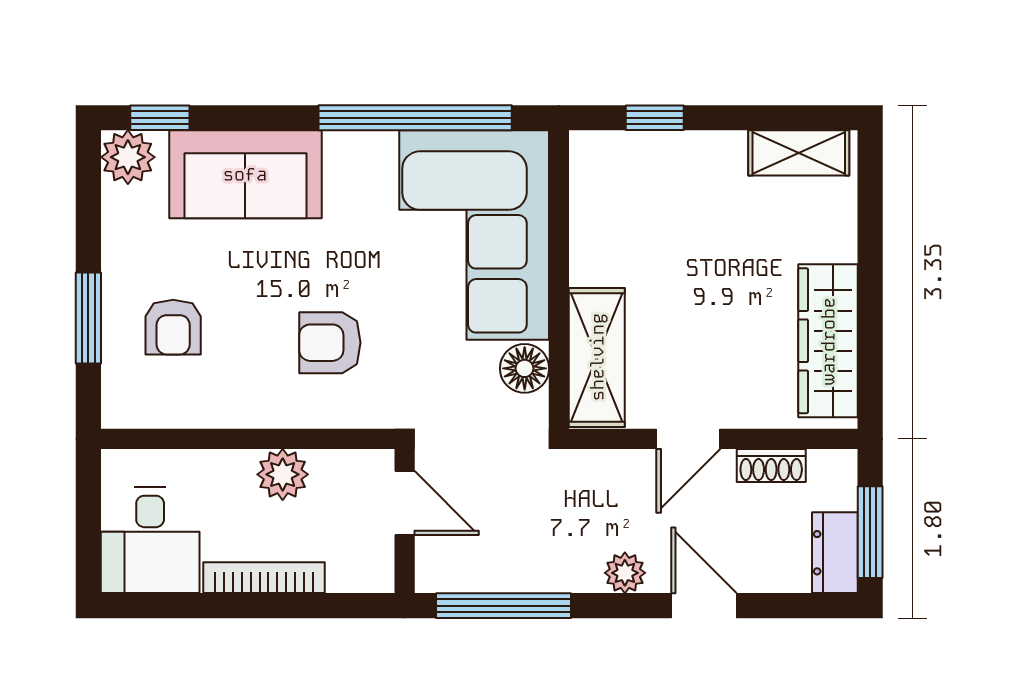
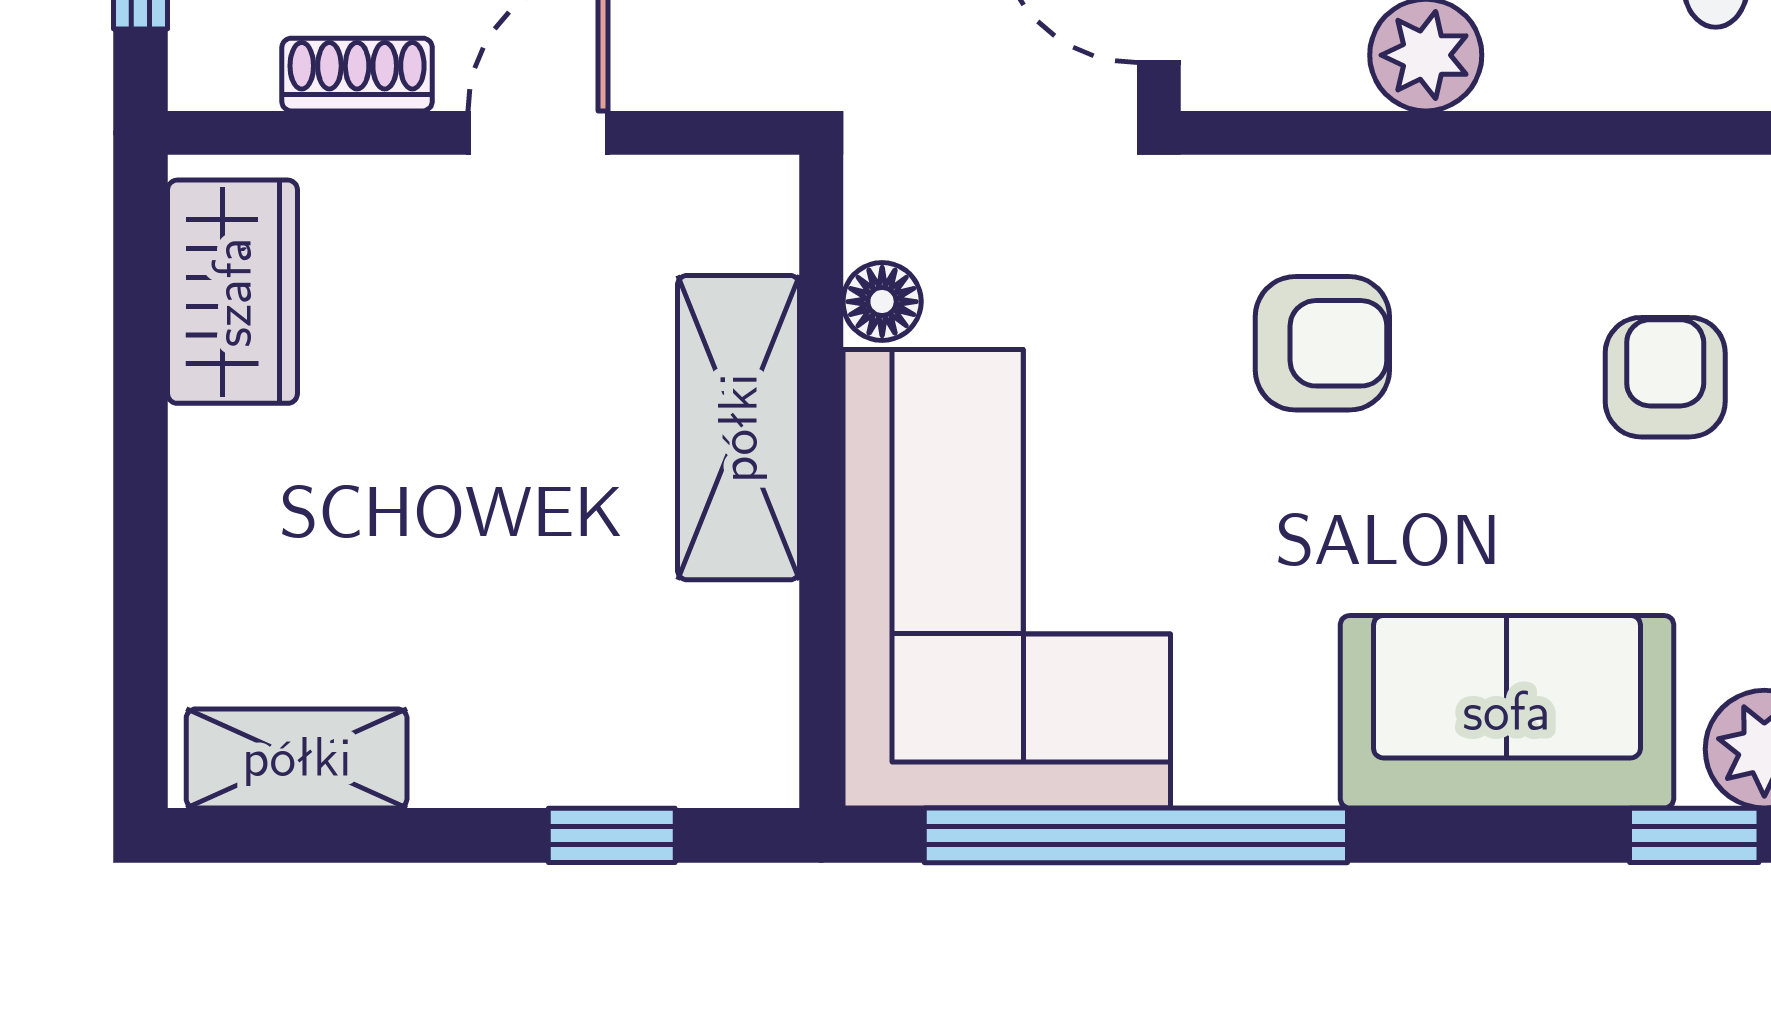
wardrobe: (828, 341) -> (233, 292), width x0.67
shelving: (597, 357) -> (739, 428), moved
floor lamp: (525, 368) -> (882, 302), width x0.73, depth x0.73

